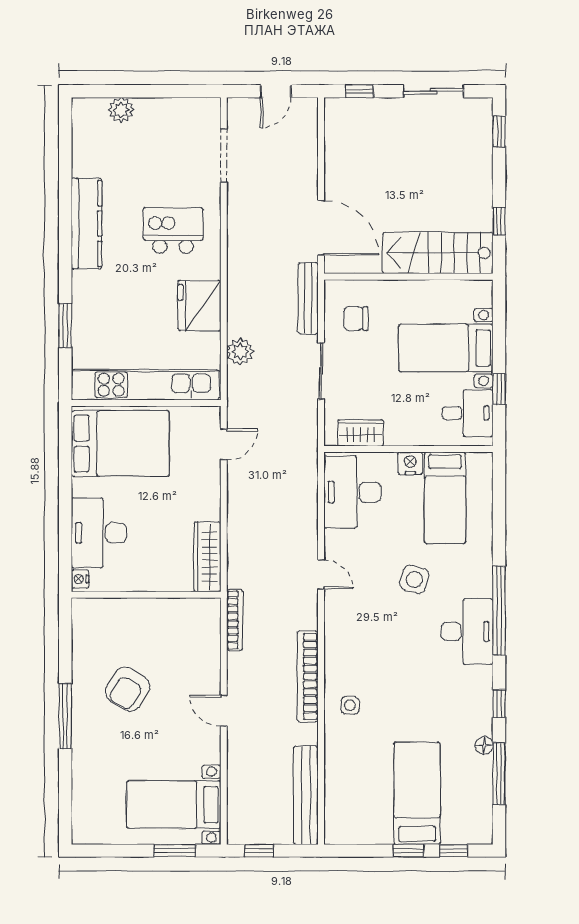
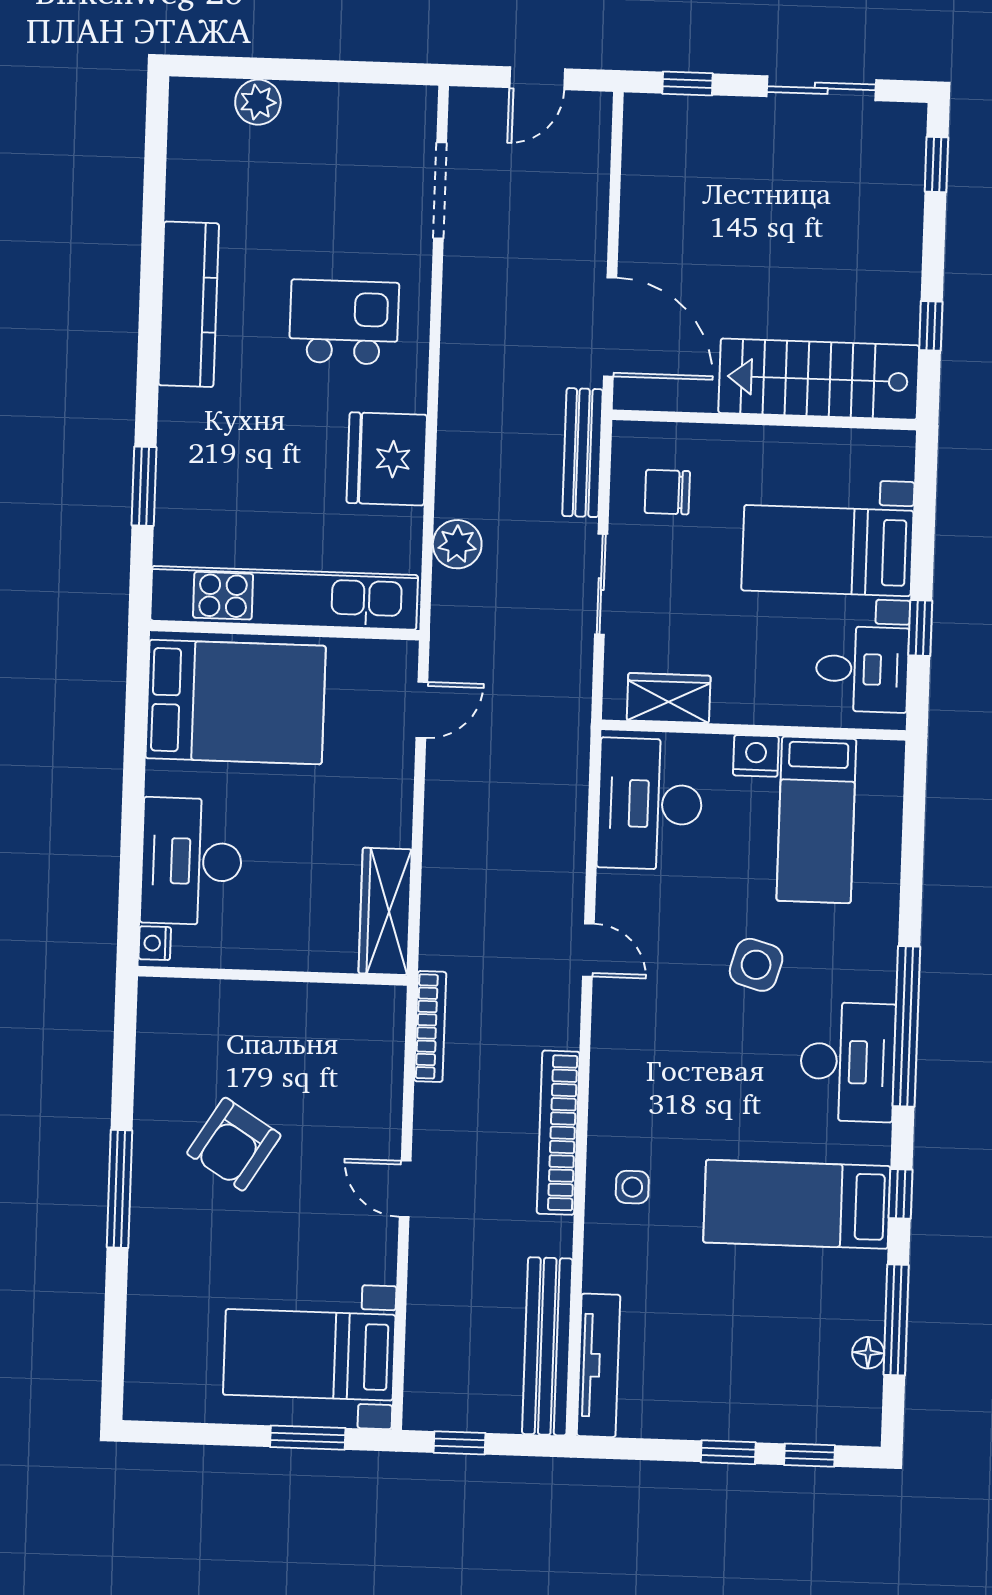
floor lamp: (484, 745) -> (868, 1353), moved
bed: (417, 793) -> (797, 1204), moved, turned -90
tv unit: (335, 805) -> (599, 1365), added

